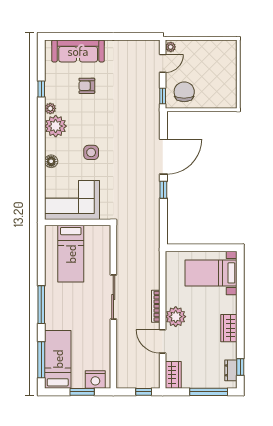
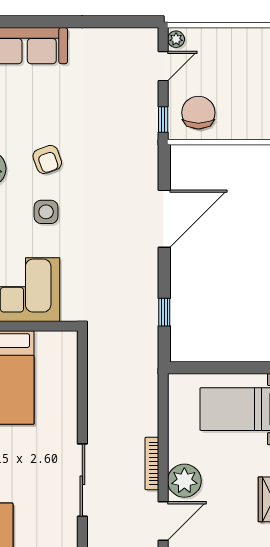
armchair: (87, 86) -> (47, 159), moved, turned -110
window: (163, 190) -> (164, 312), moved
sliding door: (113, 297) -> (82, 480), moved
door: (163, 341) -> (163, 521), swing flipped

